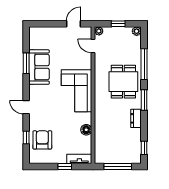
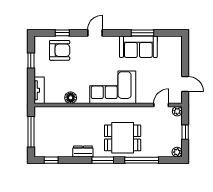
window: (65, 166) -> (31, 61), moved

